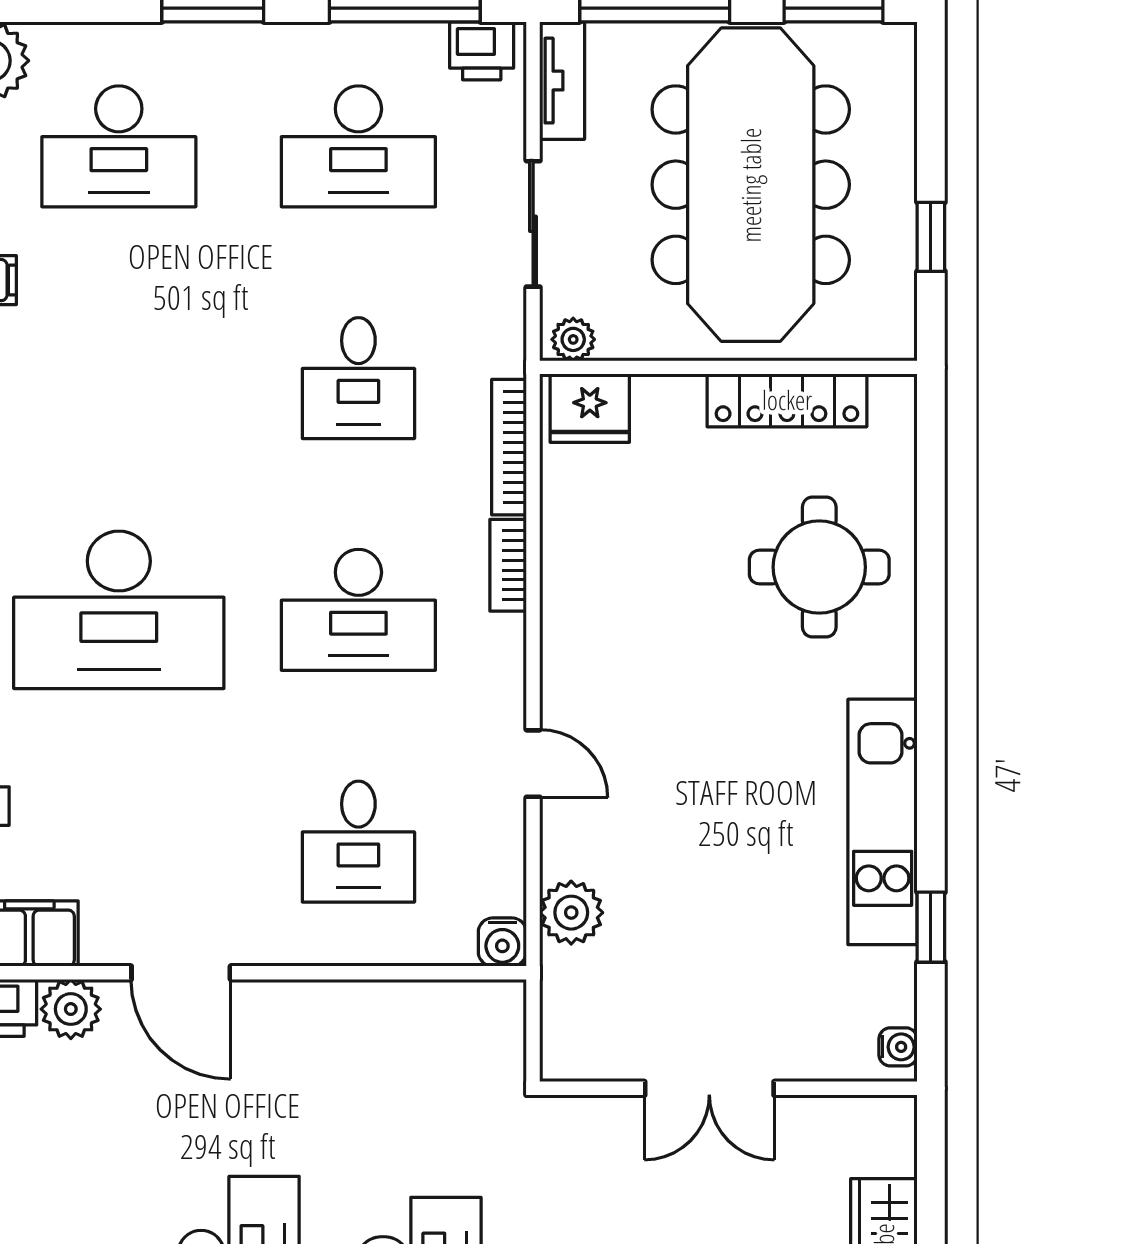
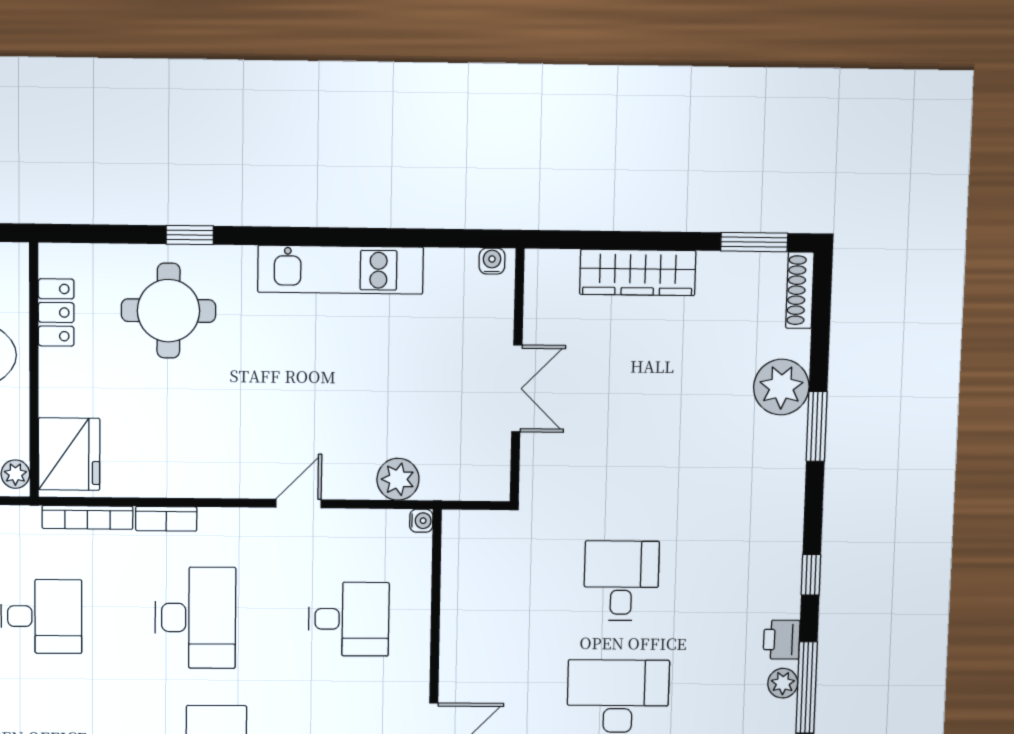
locker: (787, 400) -> (56, 312), width x0.66
fridge: (590, 408) -> (69, 454), width x1.36, depth x1.34
window: (931, 927) -> (190, 235), moved
water cooler: (502, 942) -> (421, 521), width x0.72, depth x0.72

